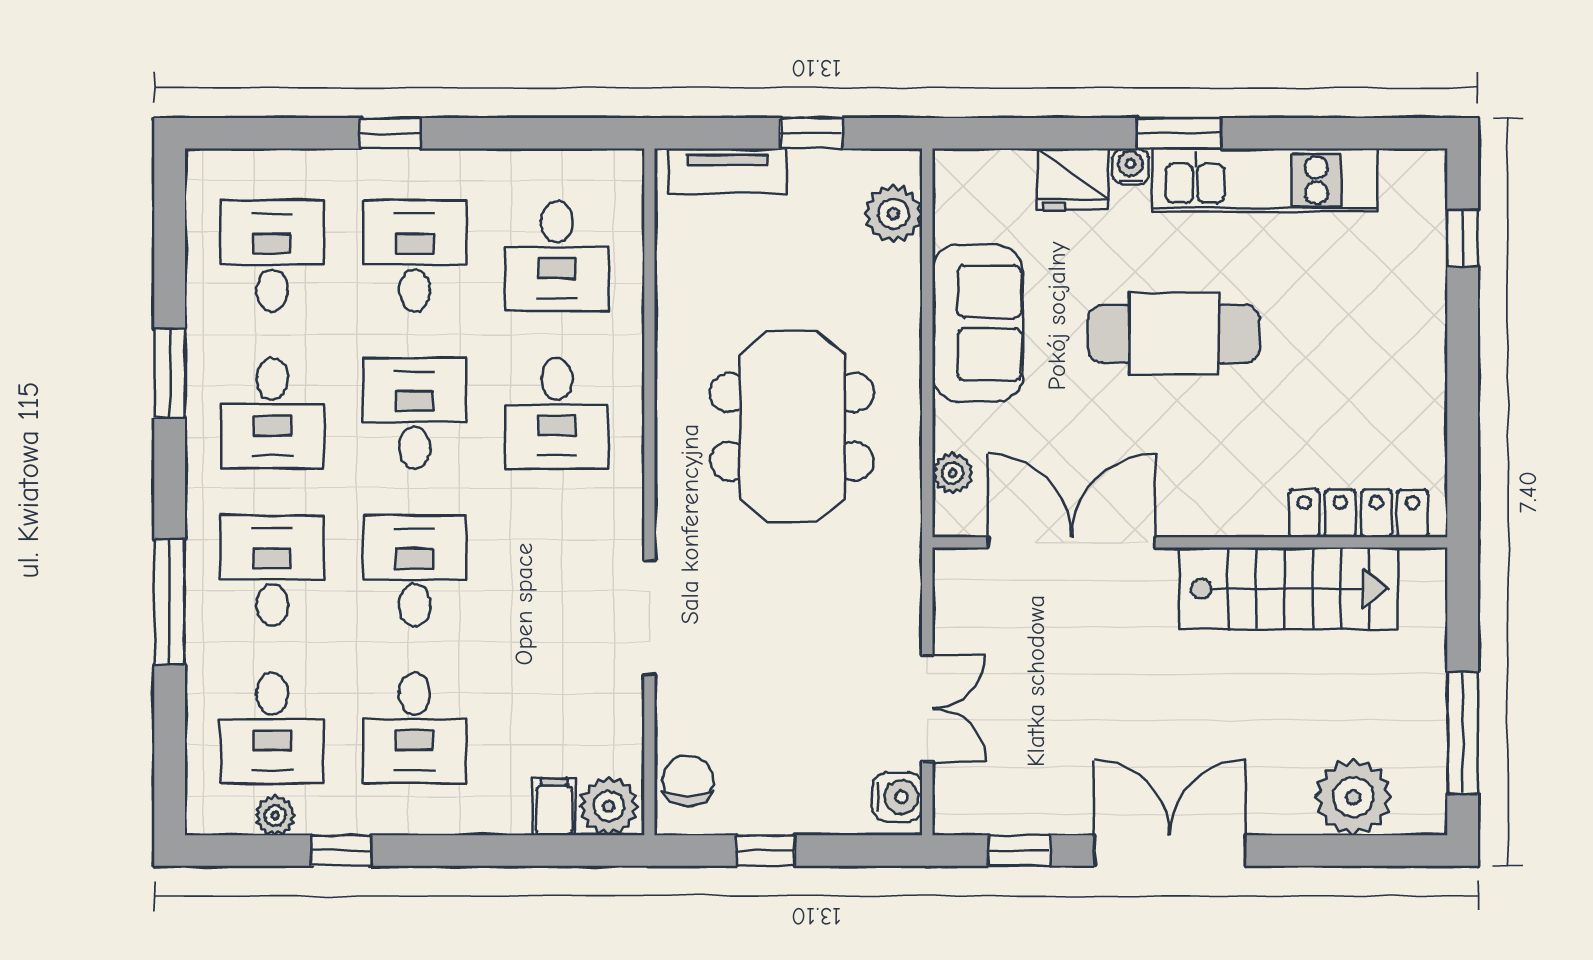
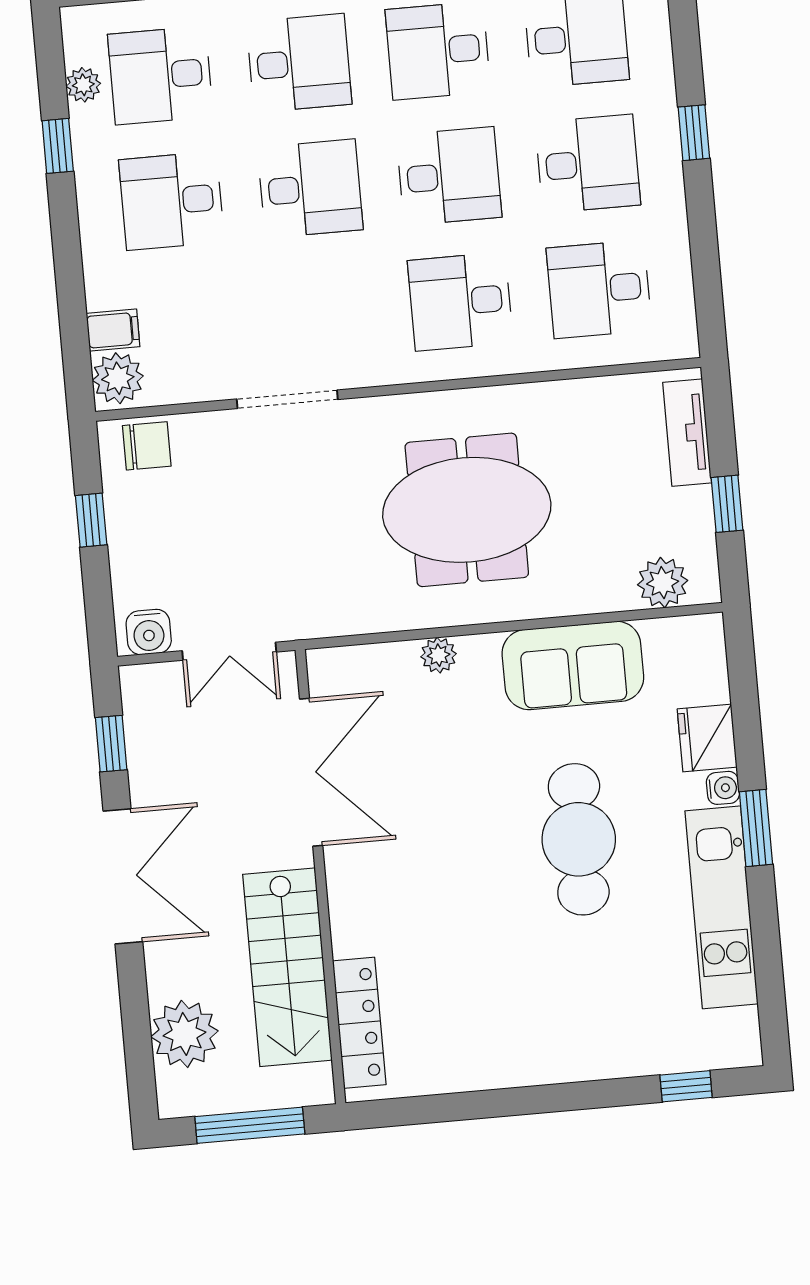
locker: (1358, 513) -> (359, 1023), moved
double door: (1072, 542) -> (311, 772), moved
wall: (1190, 542) -> (320, 877), moved
stairs: (1289, 589) -> (287, 967), moved

